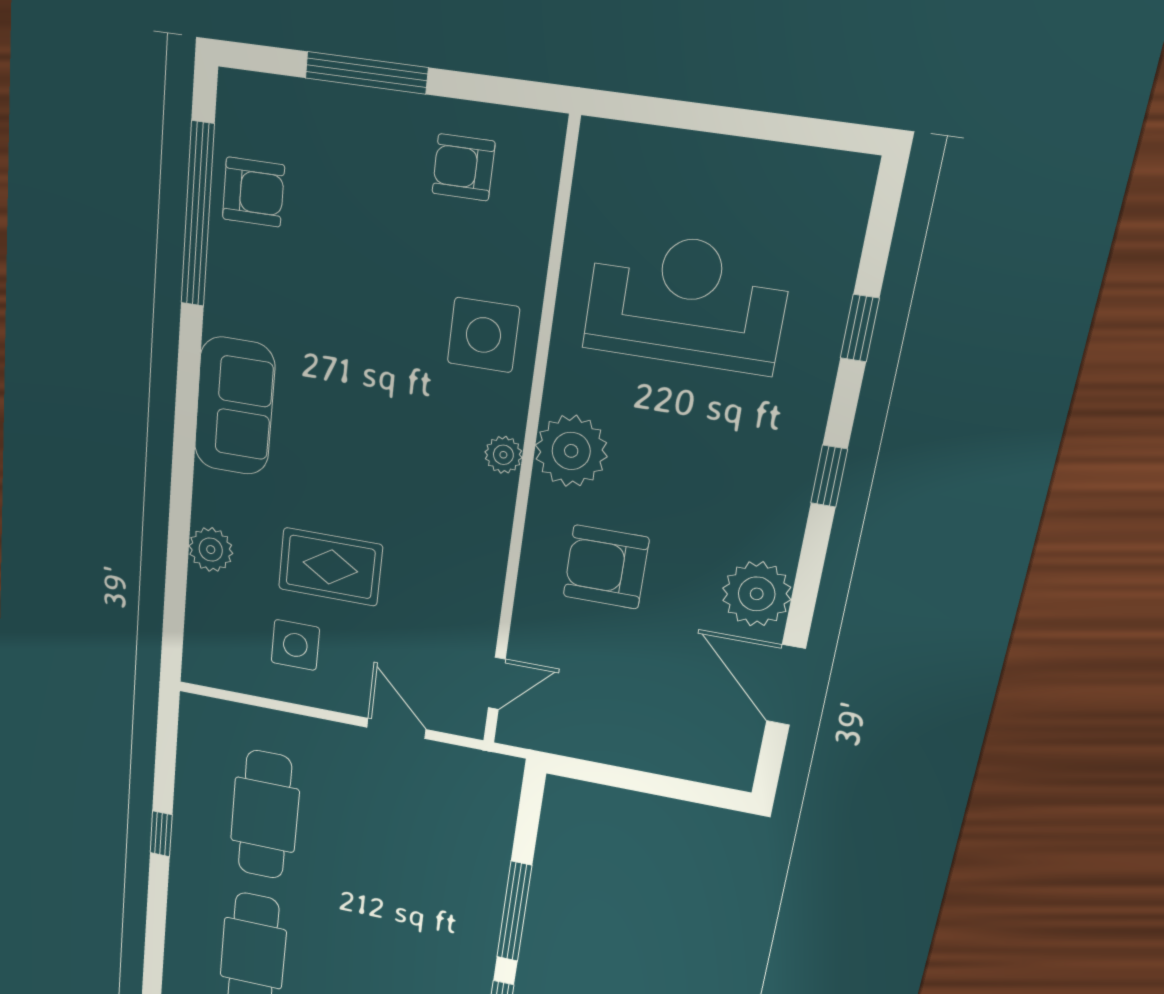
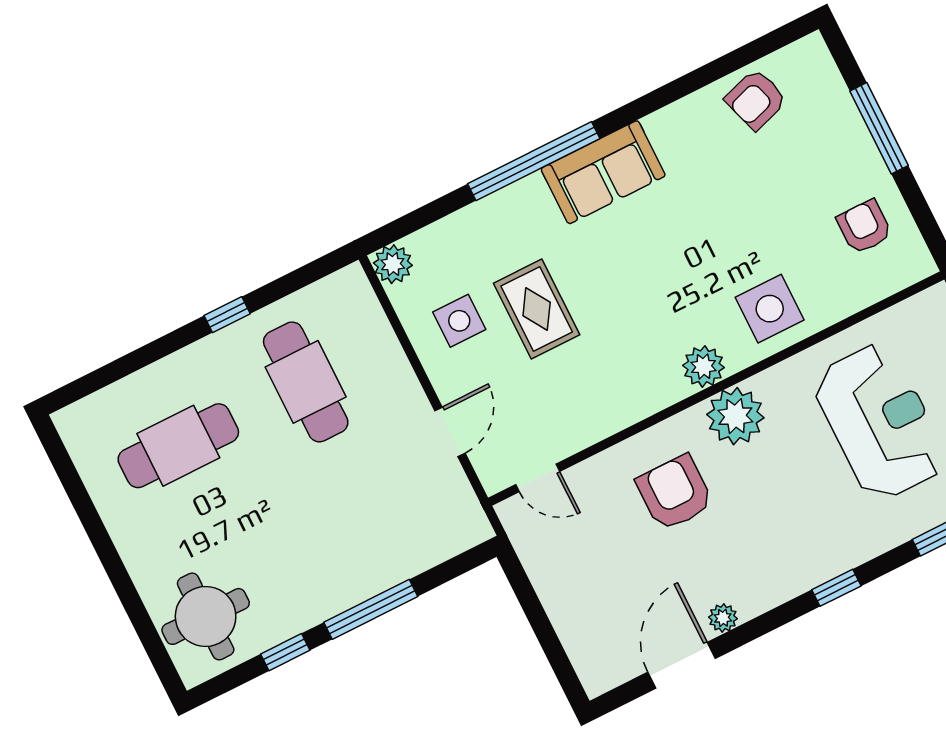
armchair: (253, 192) -> (756, 99), turned 72
window: (198, 215) -> (534, 161), moved
plant: (503, 455) -> (704, 366), width x1.38, depth x1.38
plant: (211, 550) -> (393, 264), moved
plant: (757, 594) -> (723, 618), width x0.53, depth x0.53
cafe table: (265, 815) -> (306, 382), turned 90

